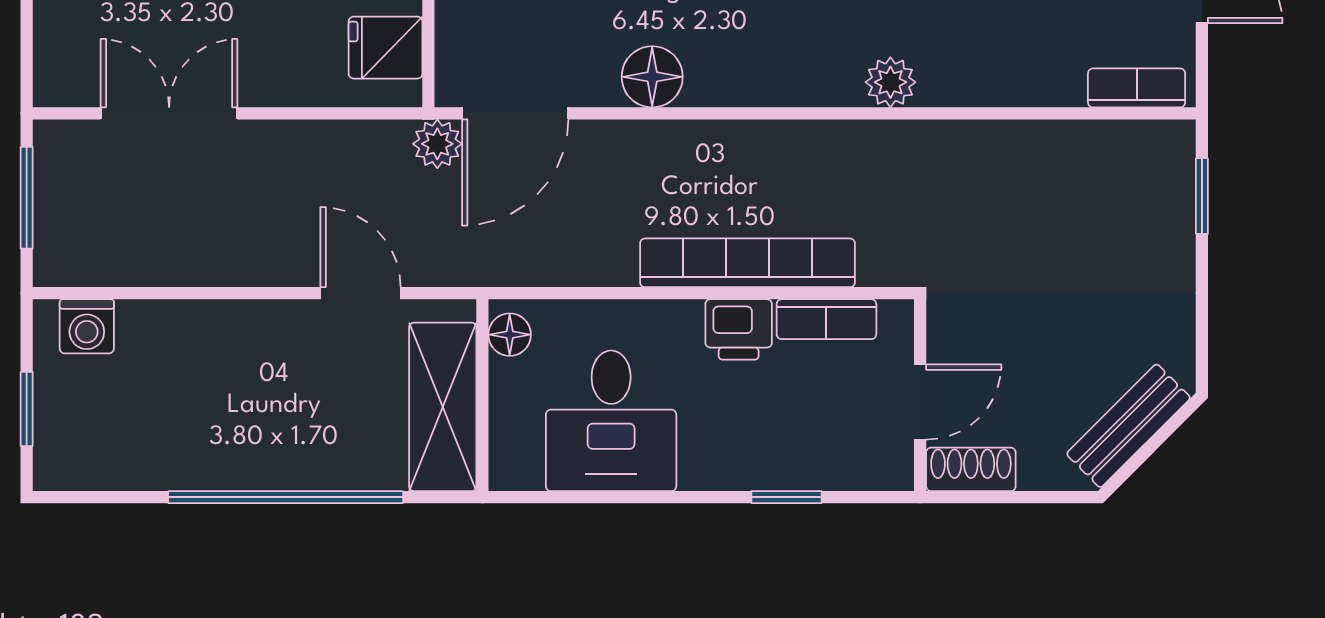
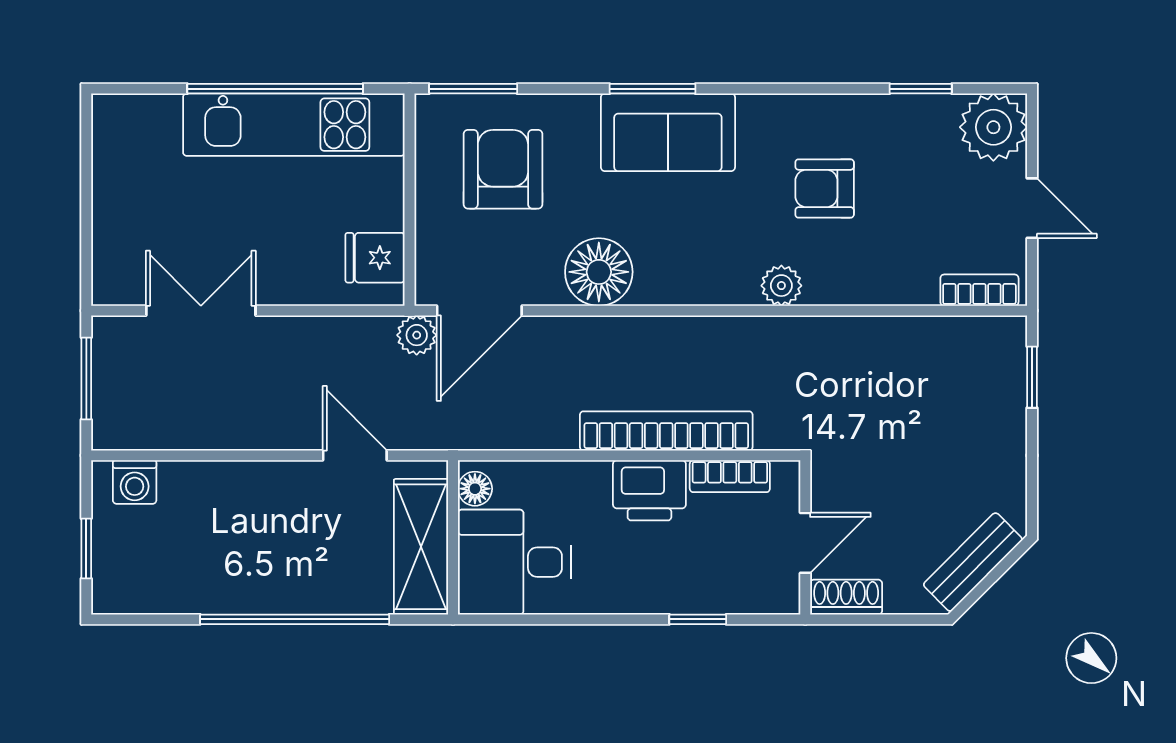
floor lamp: (652, 77) -> (599, 272), width x1.38, depth x1.38
printer: (739, 329) -> (649, 490), width x1.36, depth x1.24
desk: (611, 421) -> (514, 562), moved, turned 90

